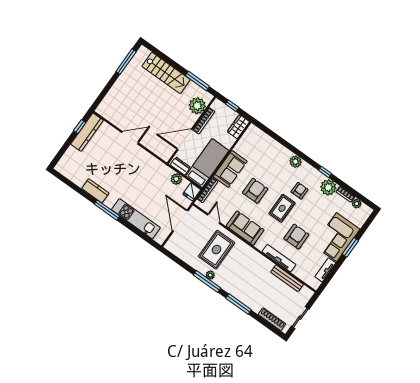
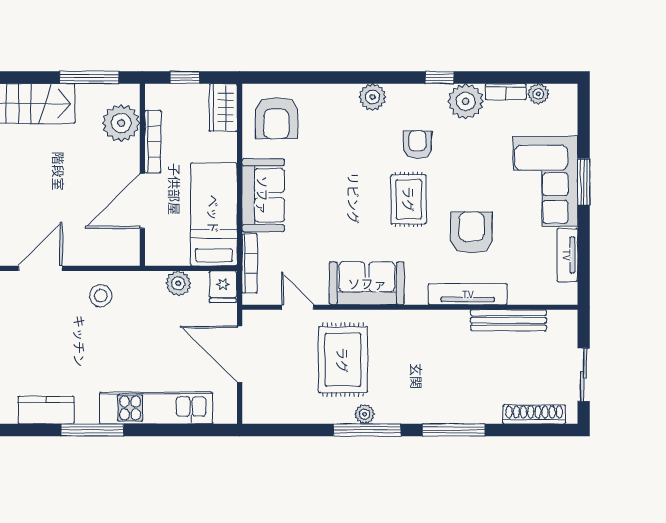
stool: (145, 163) -> (101, 296), added
dresser: (180, 166) -> (169, 255), removed
armchair: (255, 191) -> (276, 118), moved, turned 180

